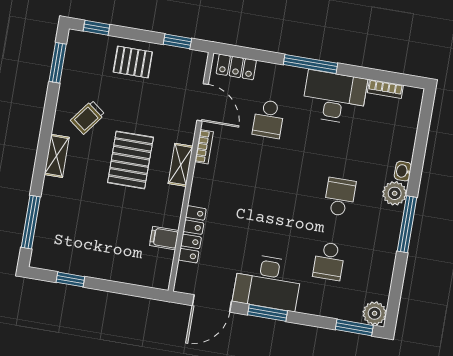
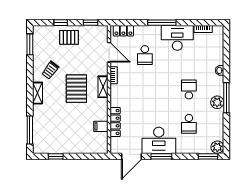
window: (96, 28) -> (61, 23), moved
plant: (395, 193) -> (217, 102), moved

